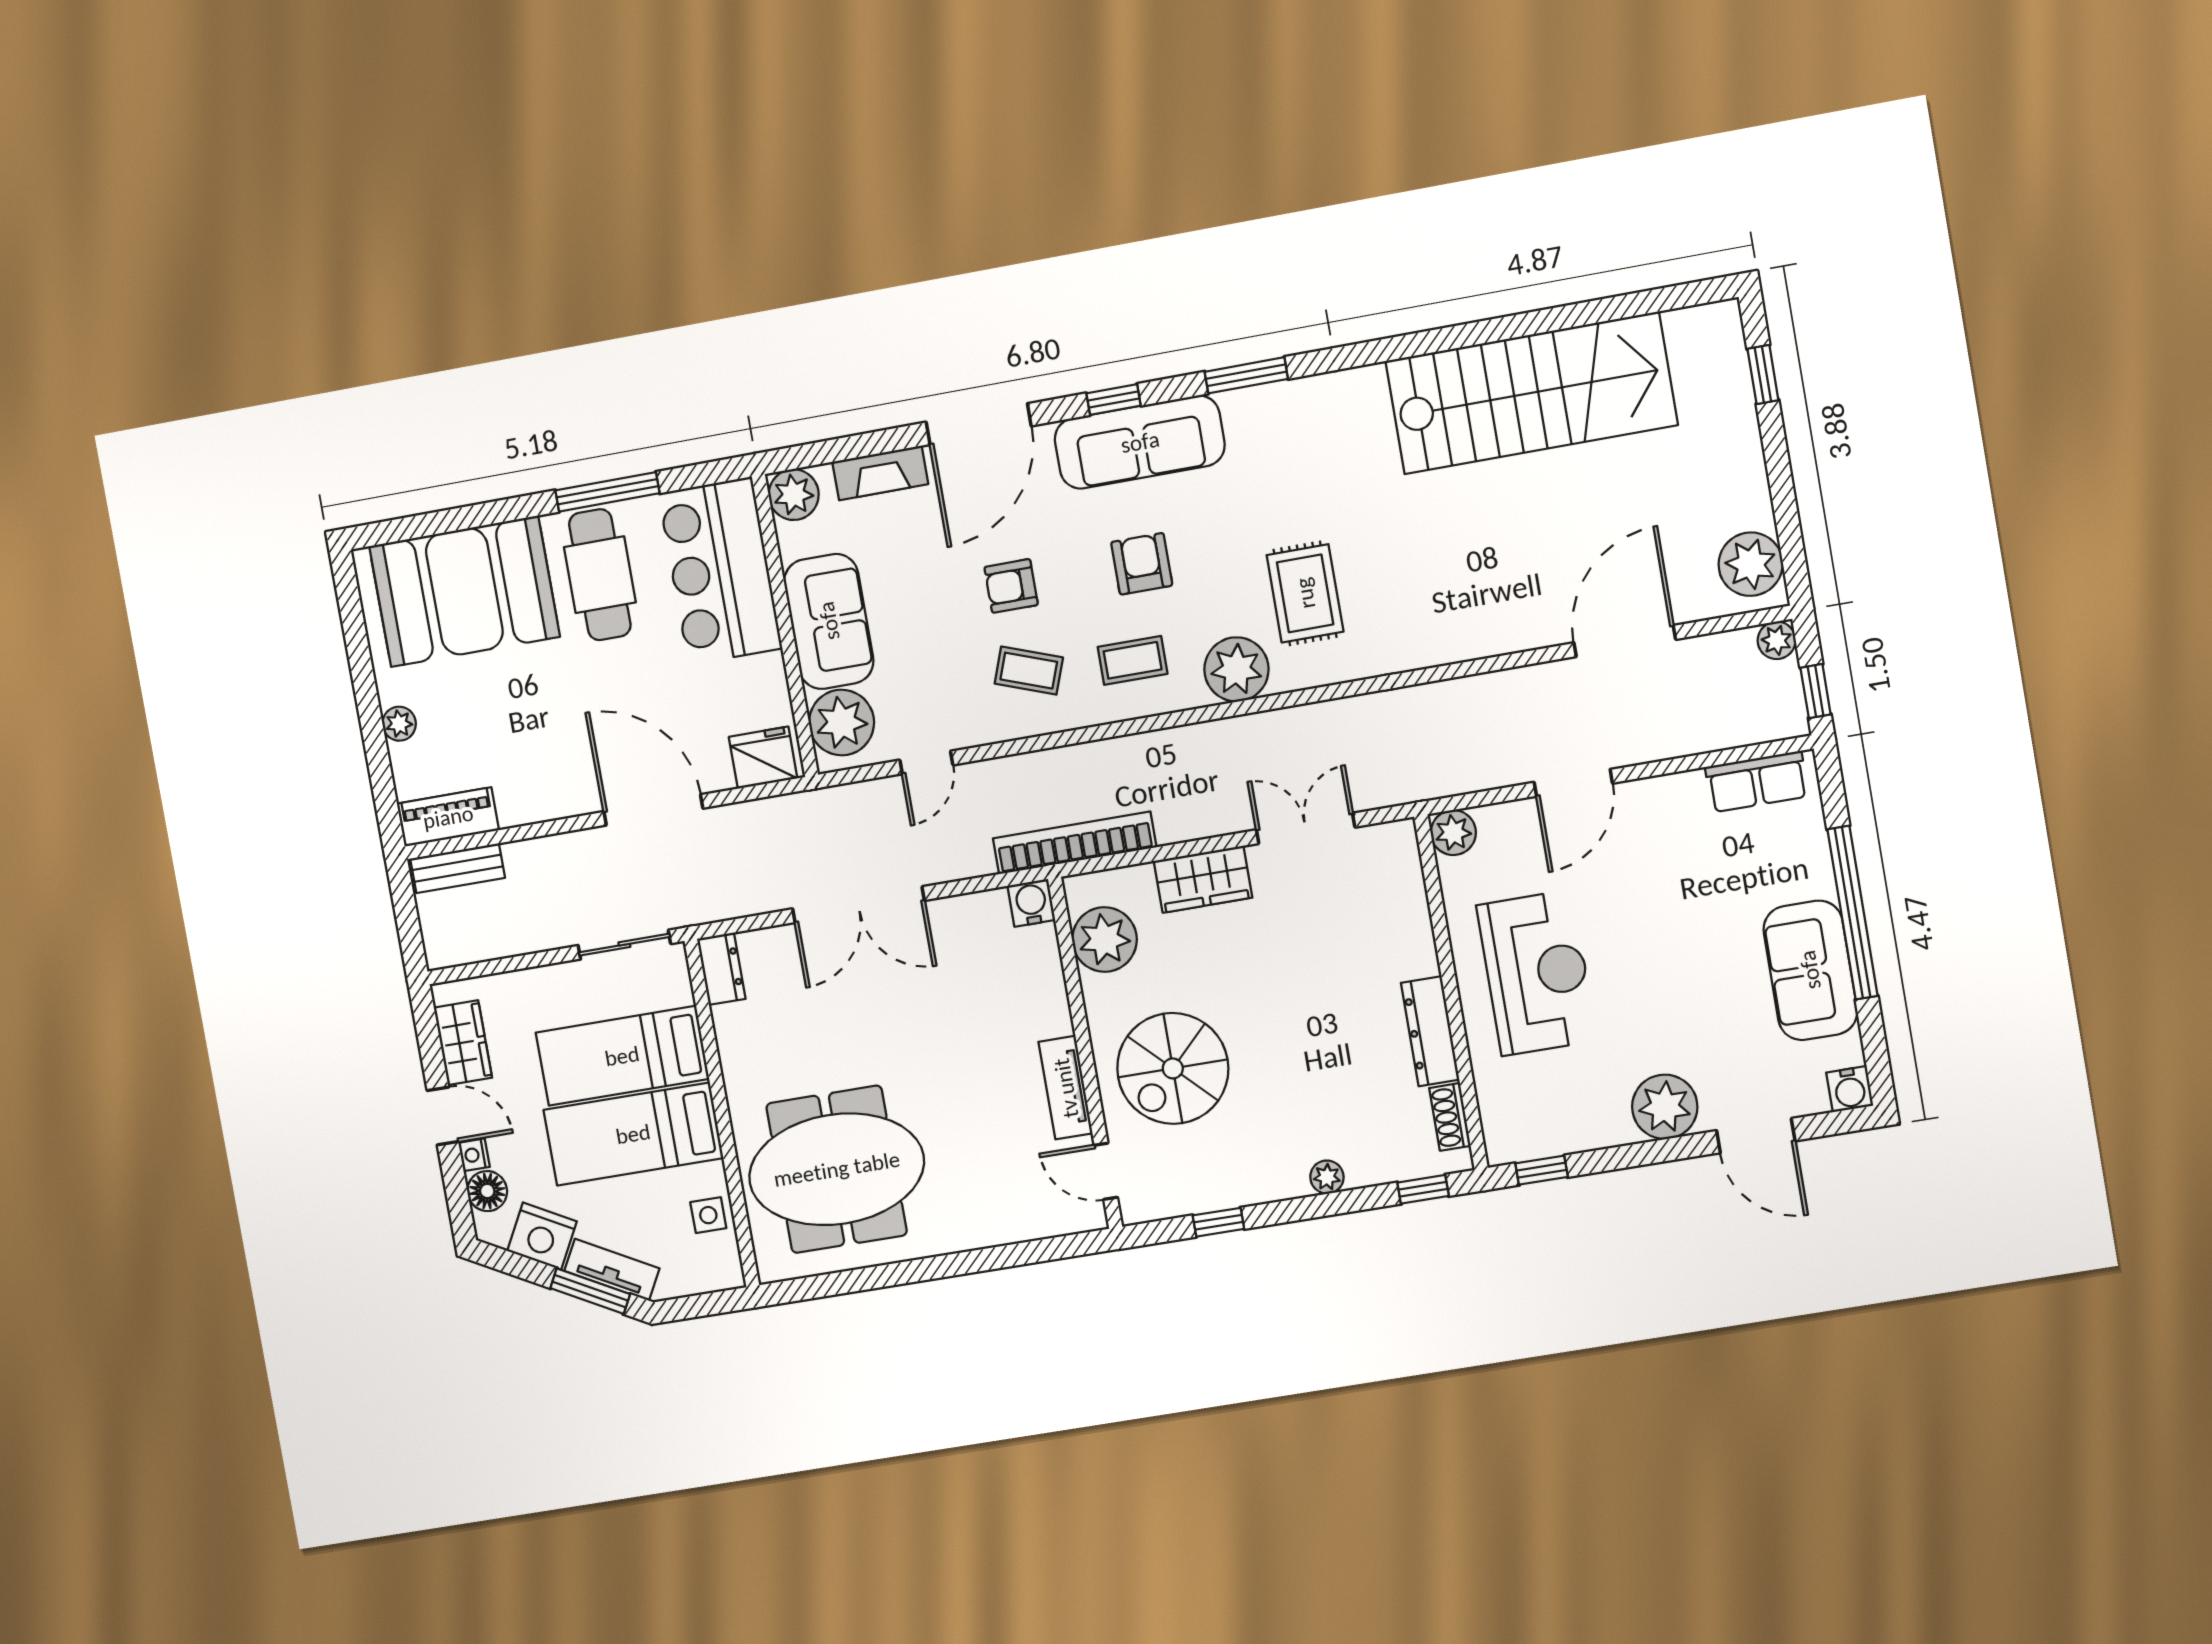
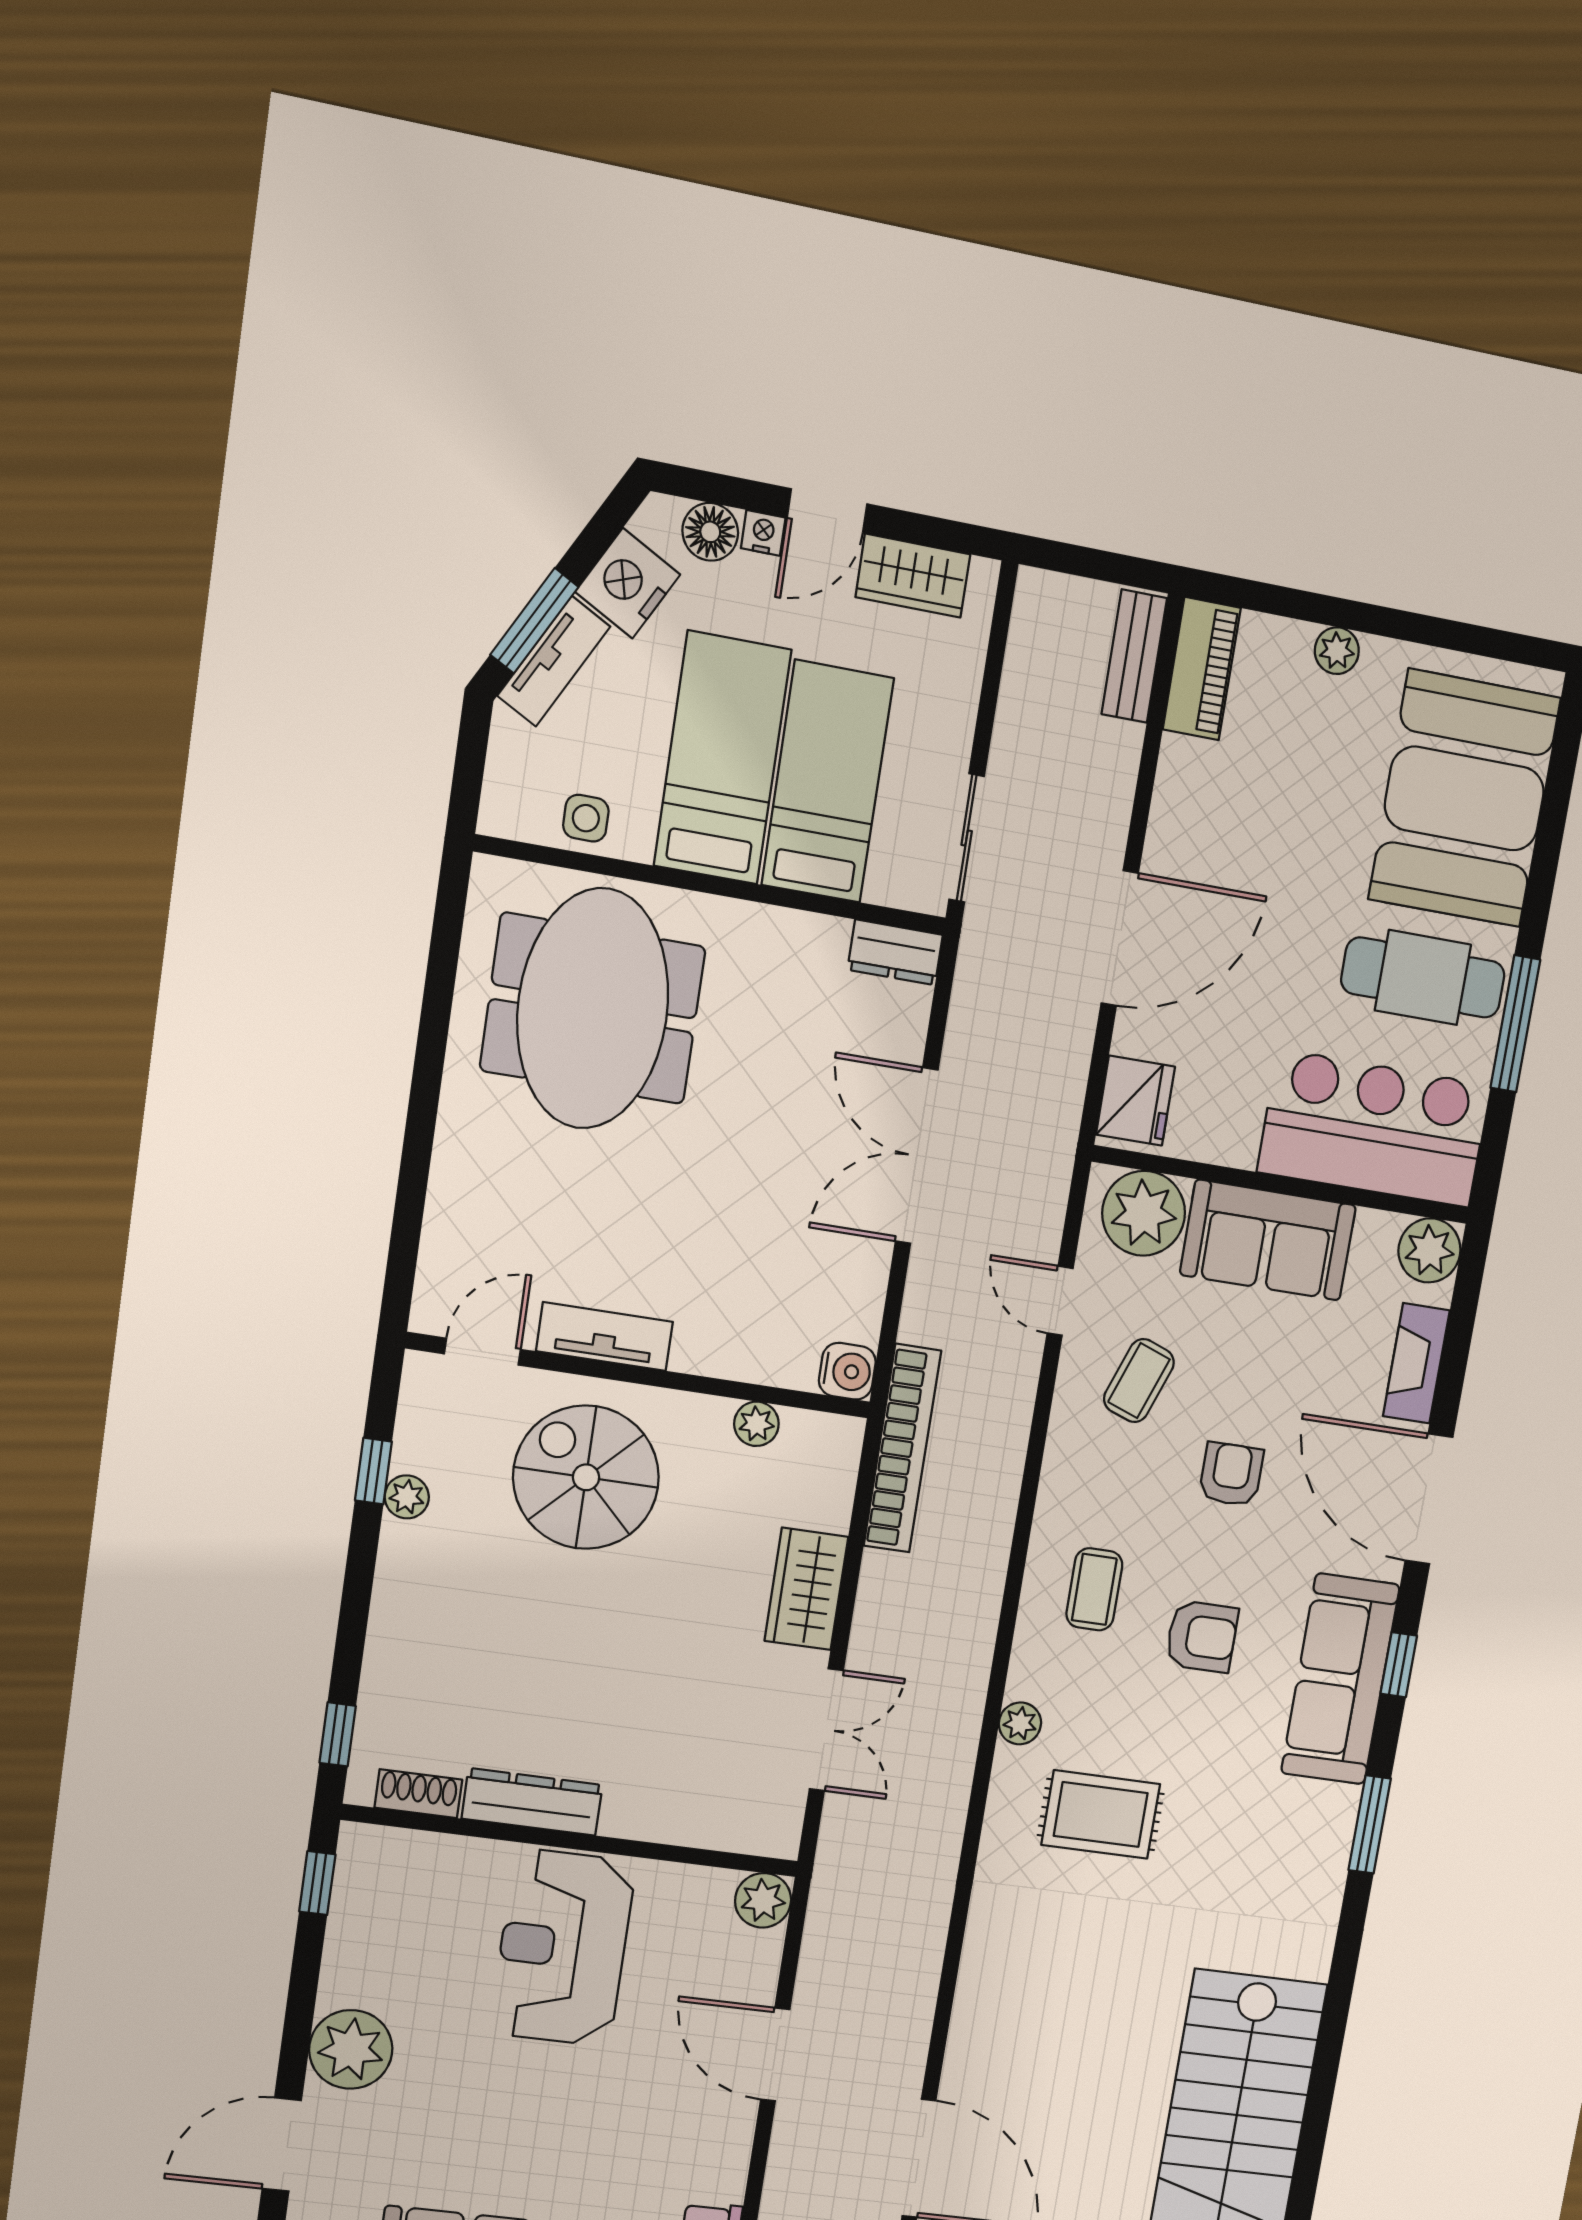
plant: (1236, 669) -> (1020, 1723), width x0.53, depth x0.53
coffee table: (1029, 671) -> (1139, 1381), moved
plant: (1104, 940) -> (756, 1424), width x0.53, depth x0.53
reception desk: (1537, 973) -> (563, 1948), turned 90
plant: (1327, 1177) -> (407, 1497), moved

